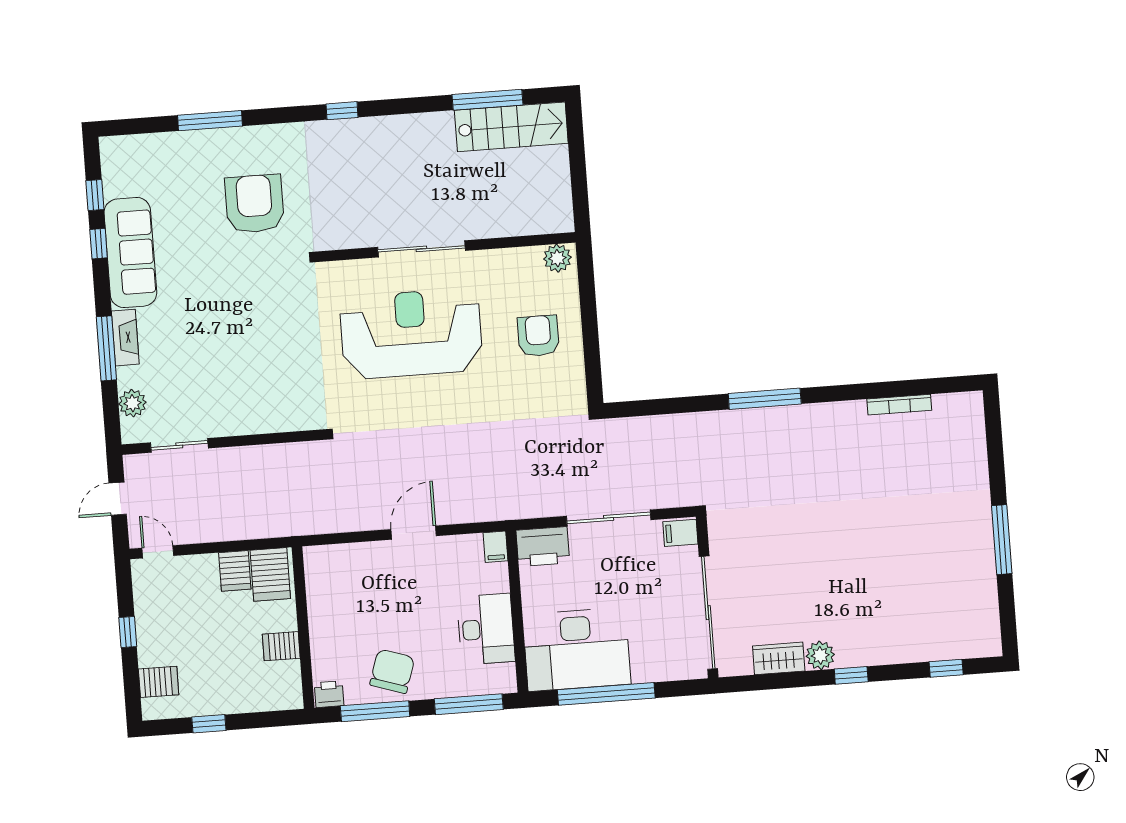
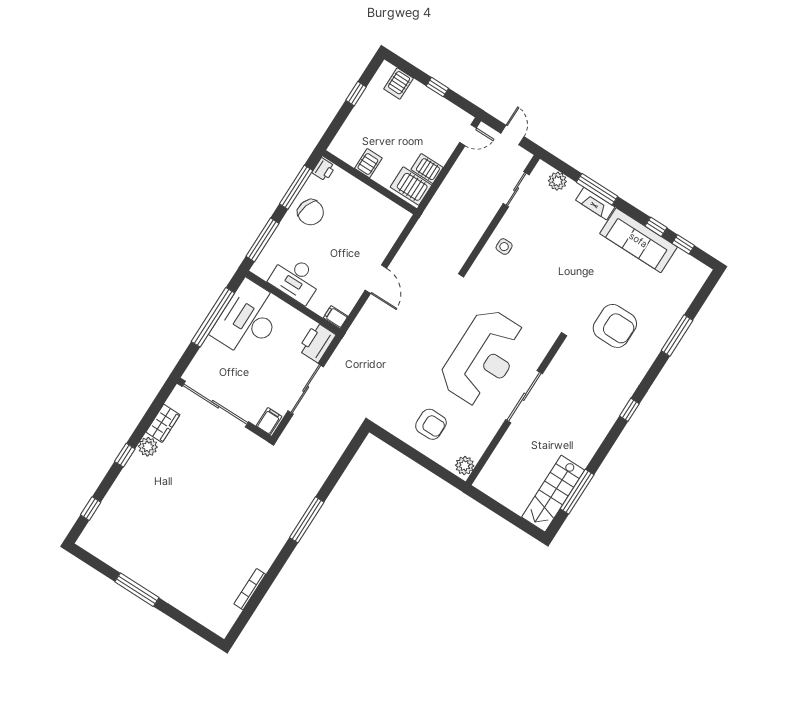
side table: (259, 408) -> (504, 247), added

